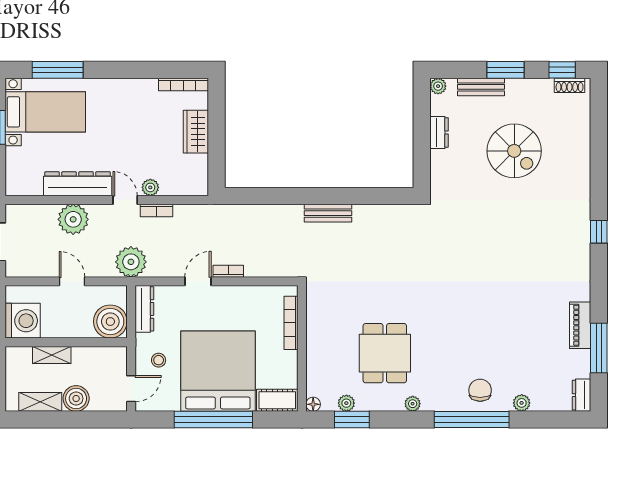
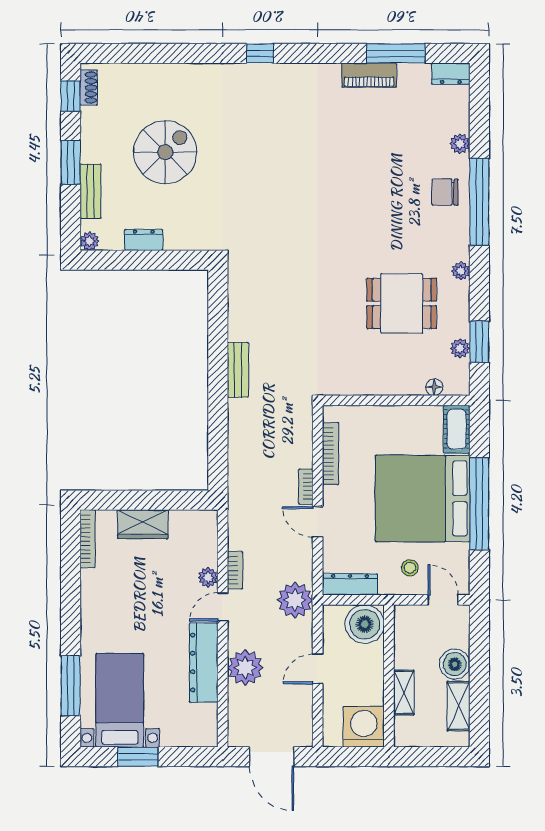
bookcase: (291, 323) -> (330, 454), moved, turned -90
floor lamp: (313, 404) -> (434, 387), moved

